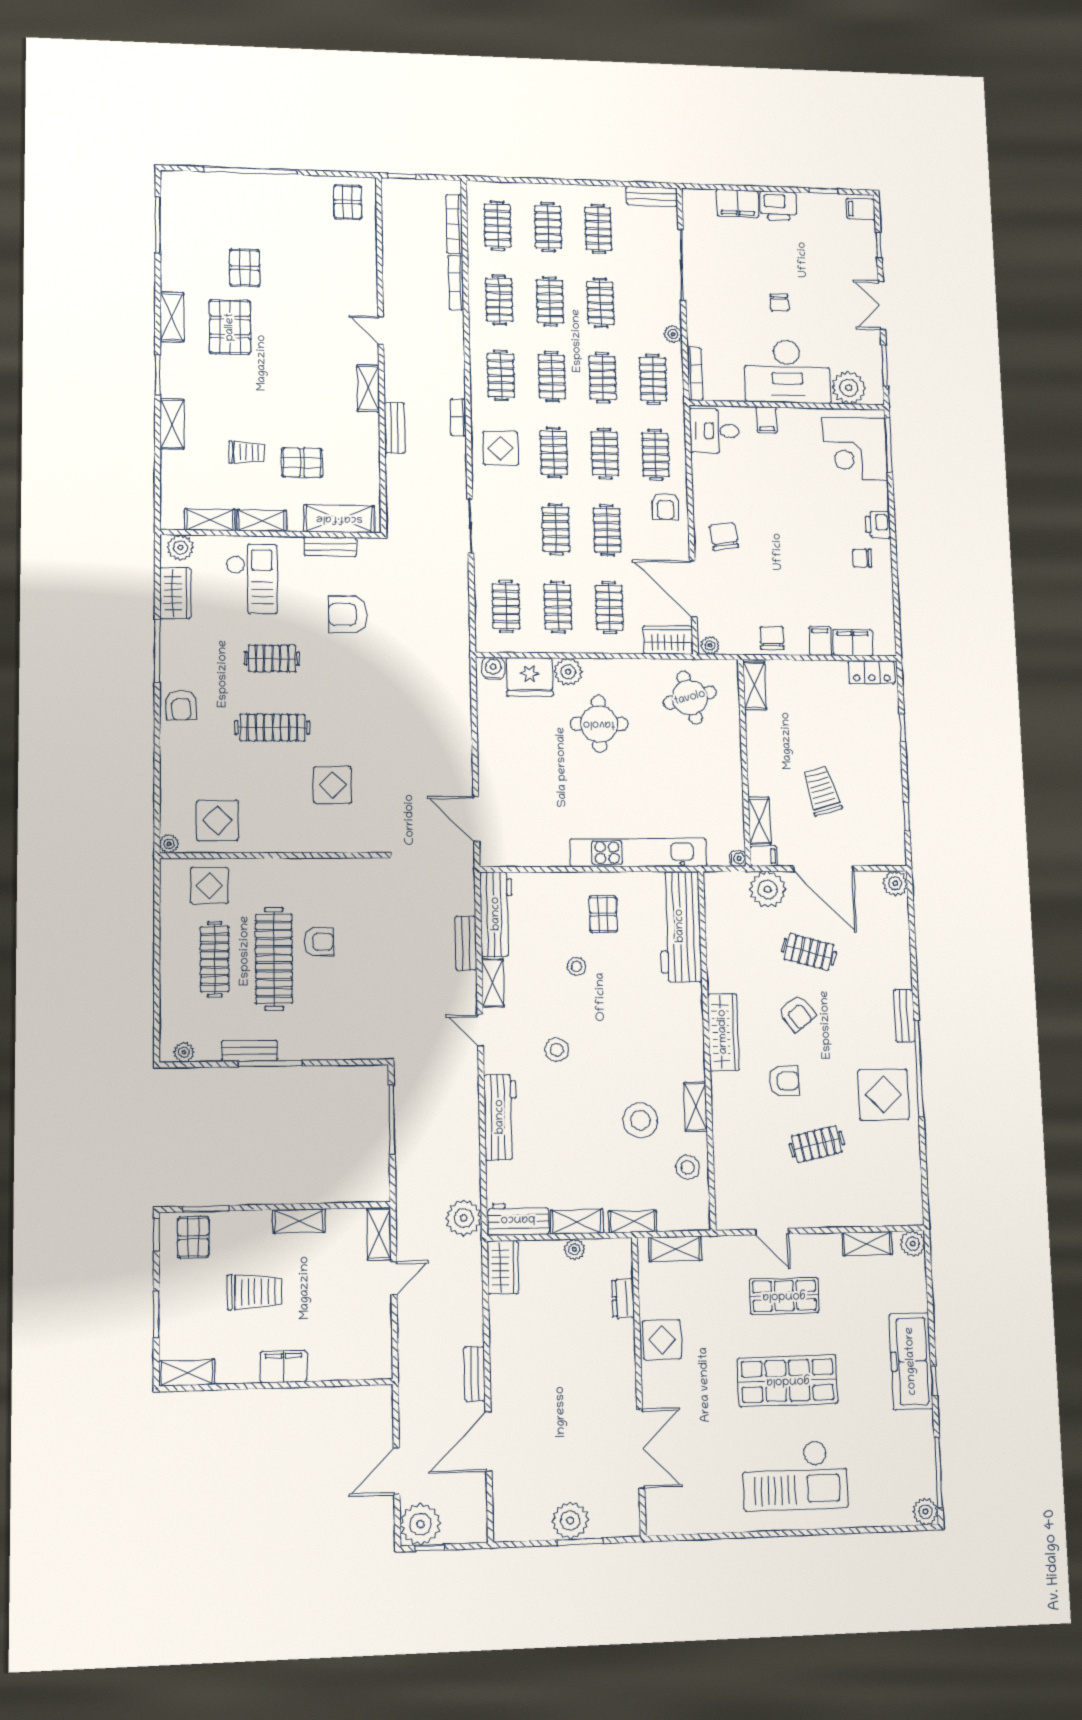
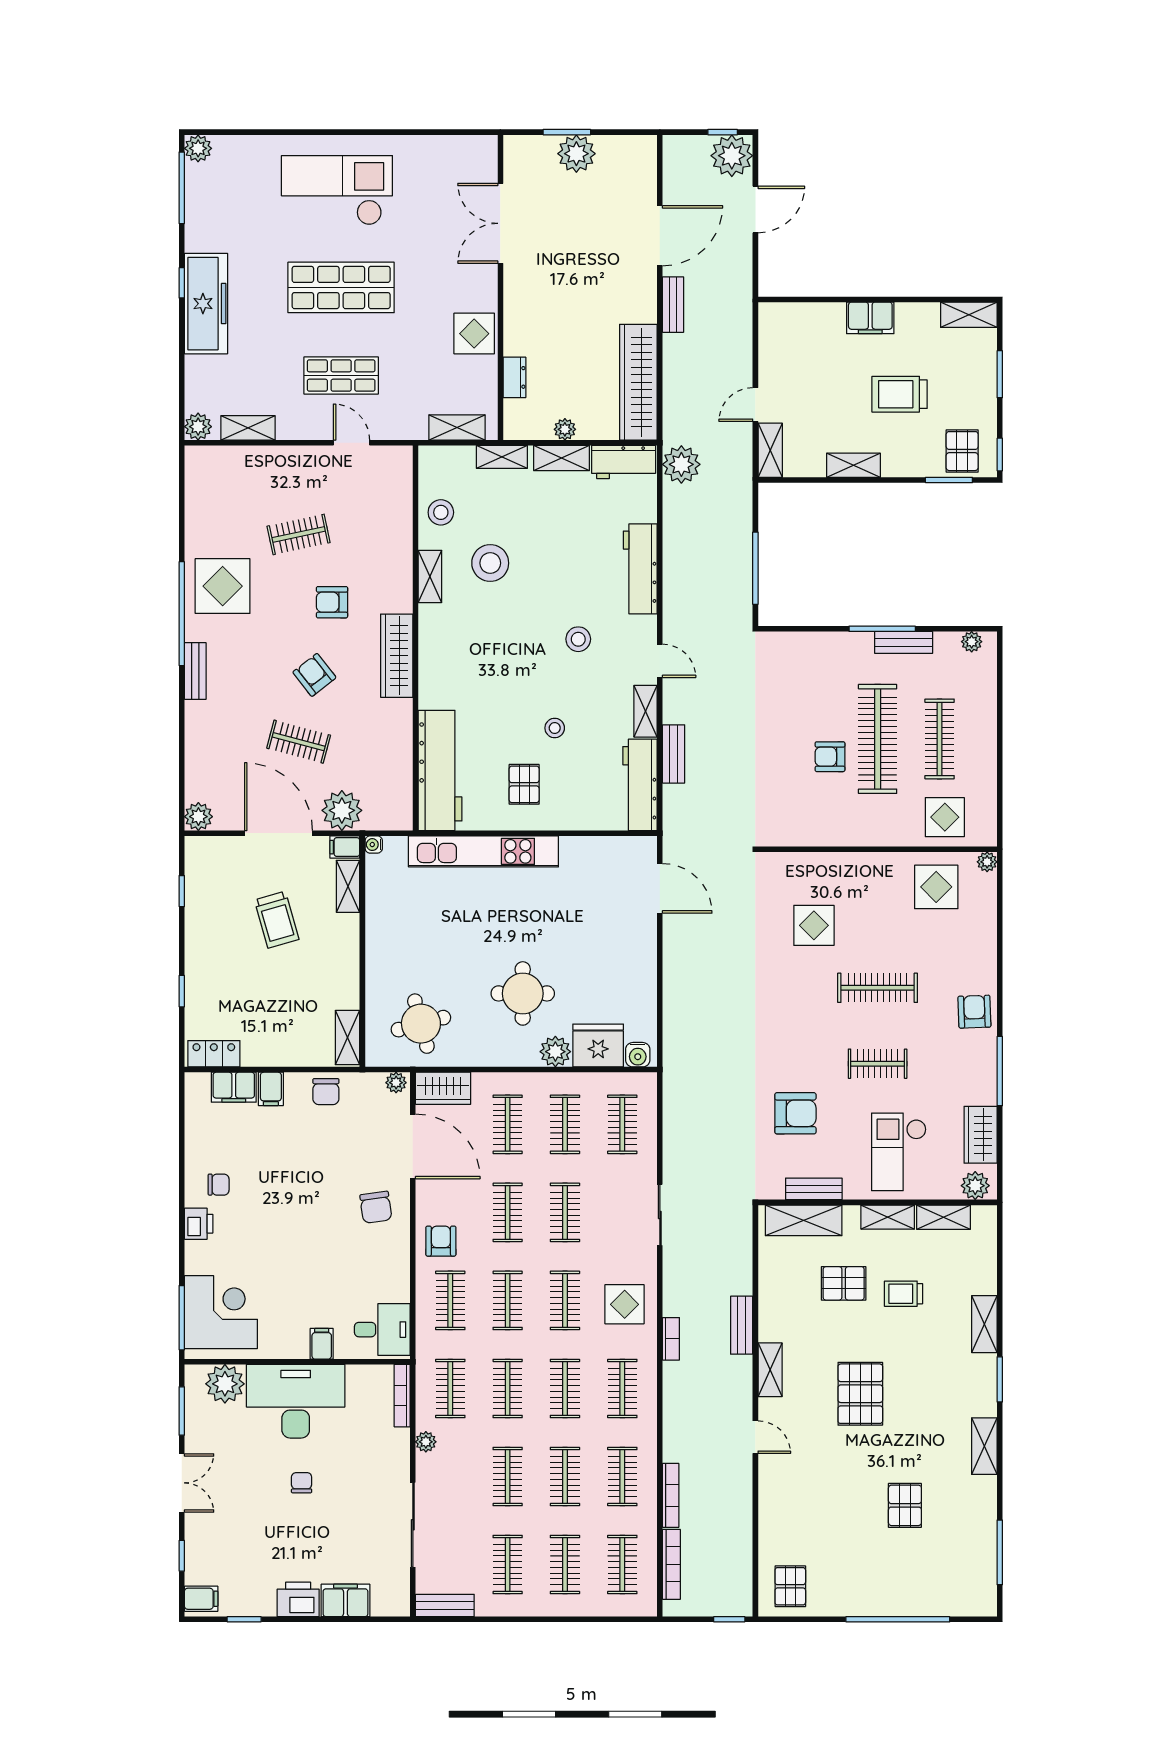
pallet: (230, 327) -> (860, 1394), moved
wardrobe: (503, 1267) -> (638, 382), width x2.10, depth x1.17

